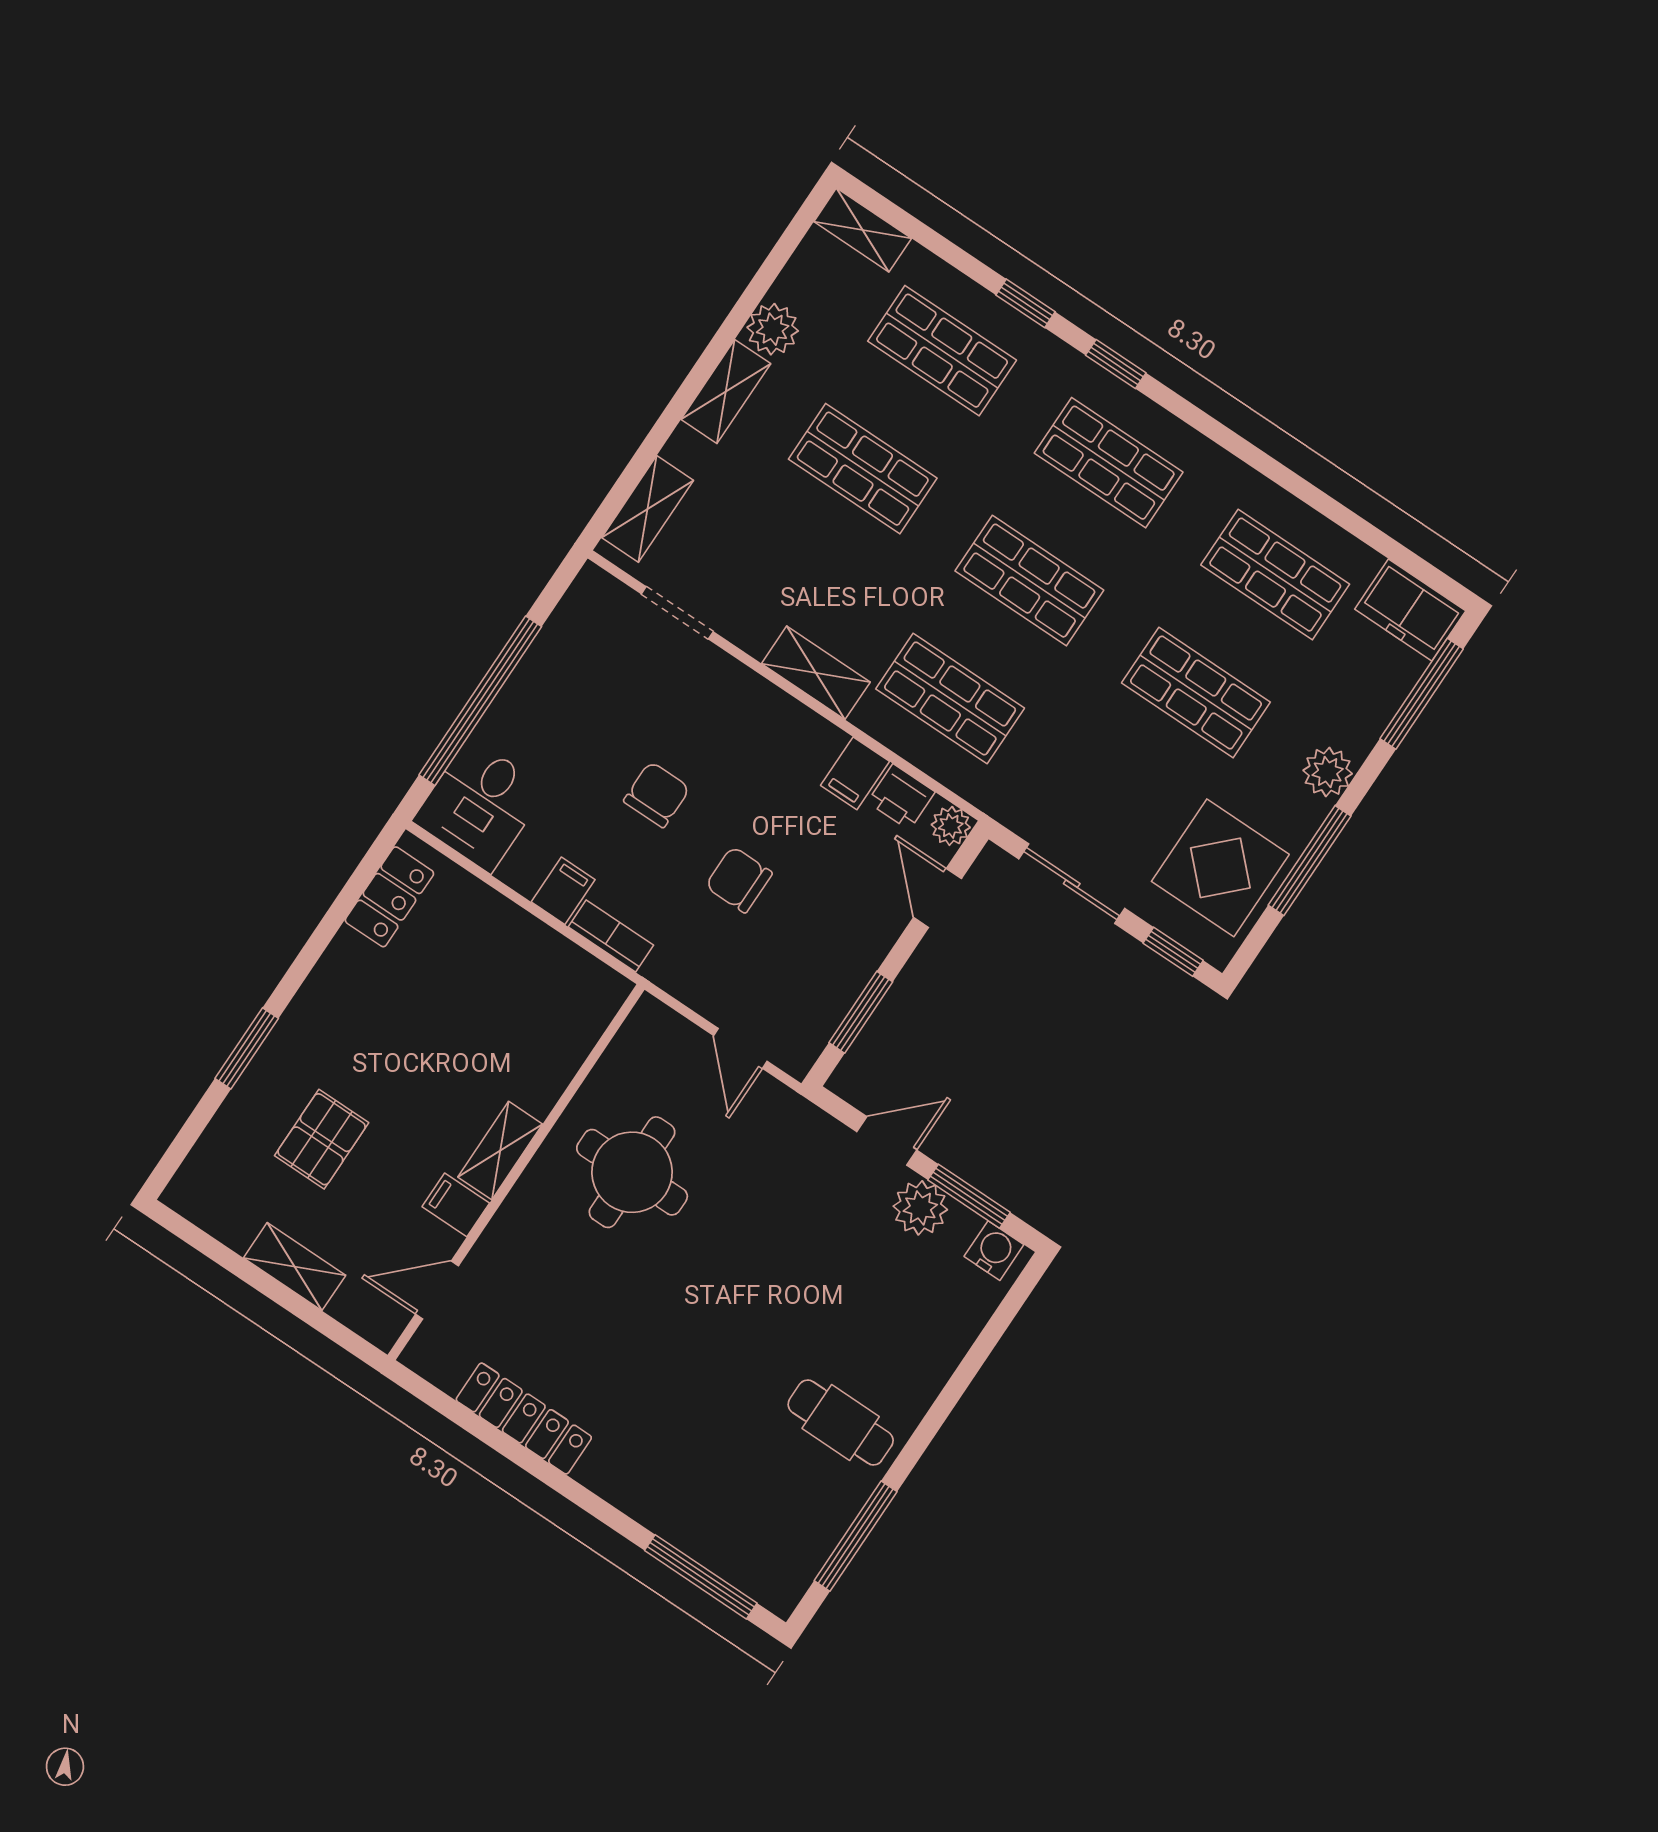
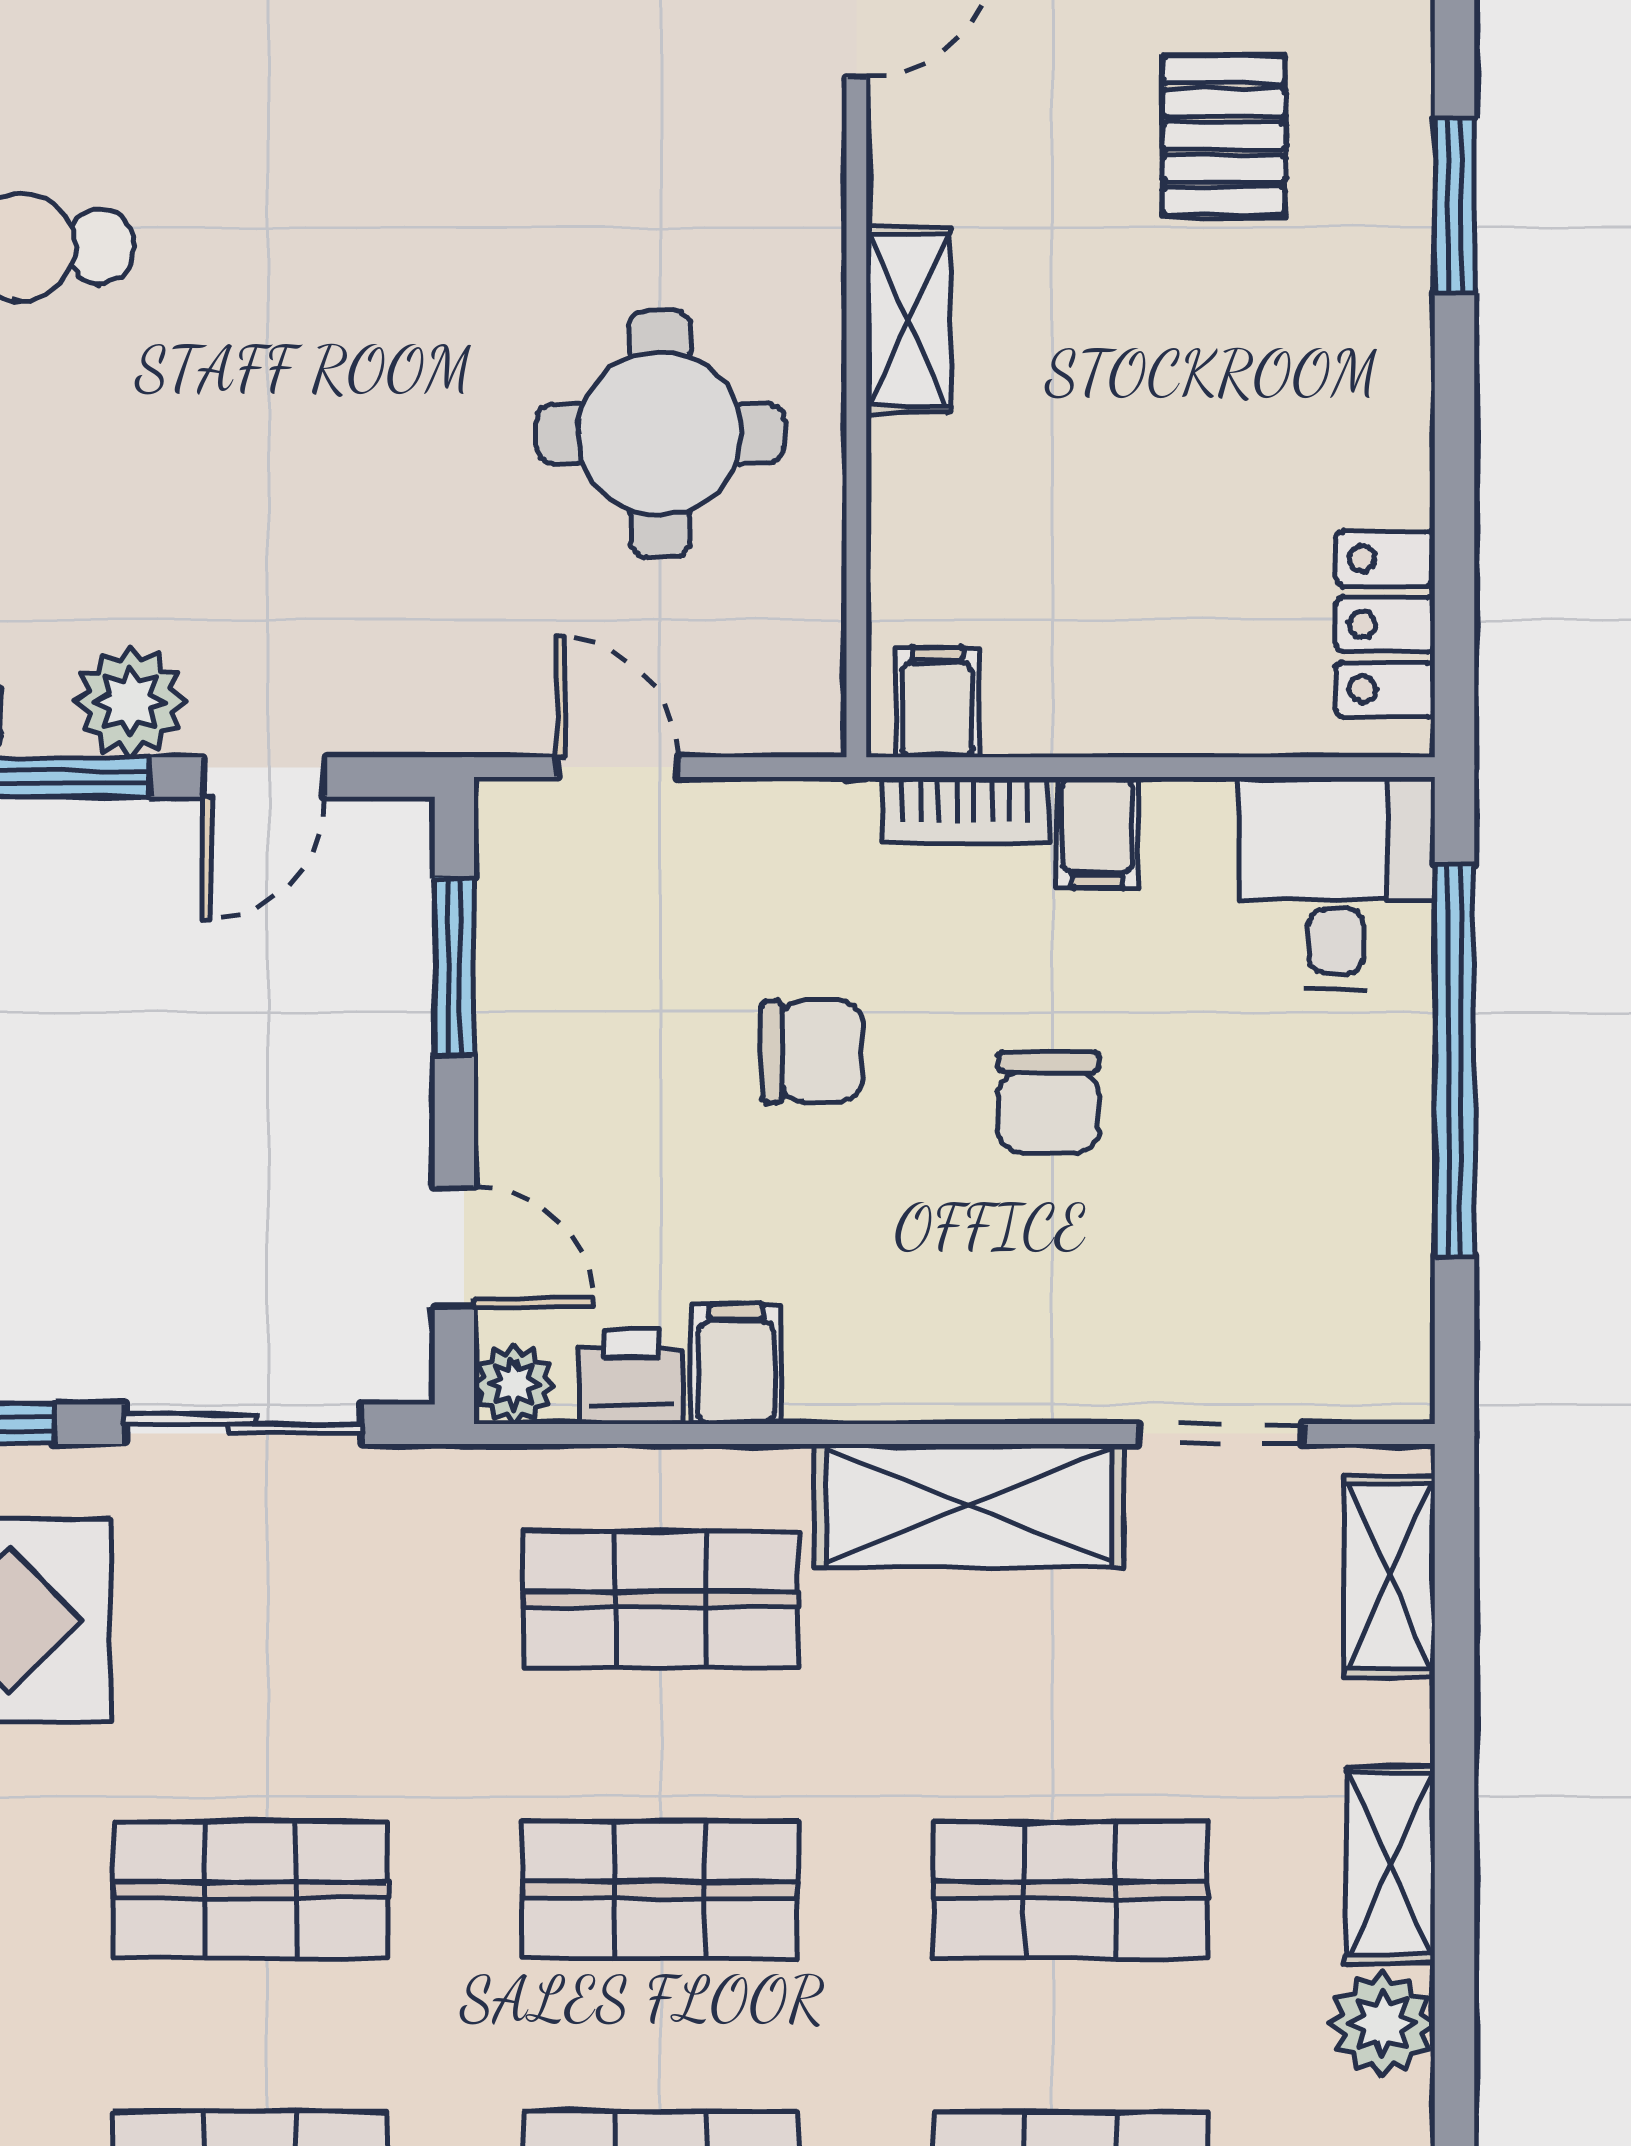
shelving: (816, 673) -> (969, 1506), width x1.50, depth x1.33
filing cabinet: (456, 1205) -> (937, 702), moved, turned -90

